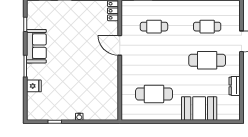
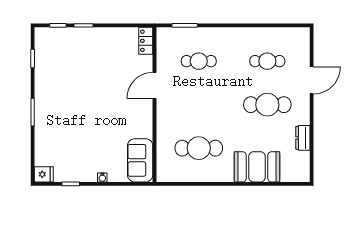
door: (120, 45) -> (155, 85), hinge flipped
sofa: (36, 46) -> (140, 160), moved, turned 180
fridge: (34, 86) -> (44, 174), moved

